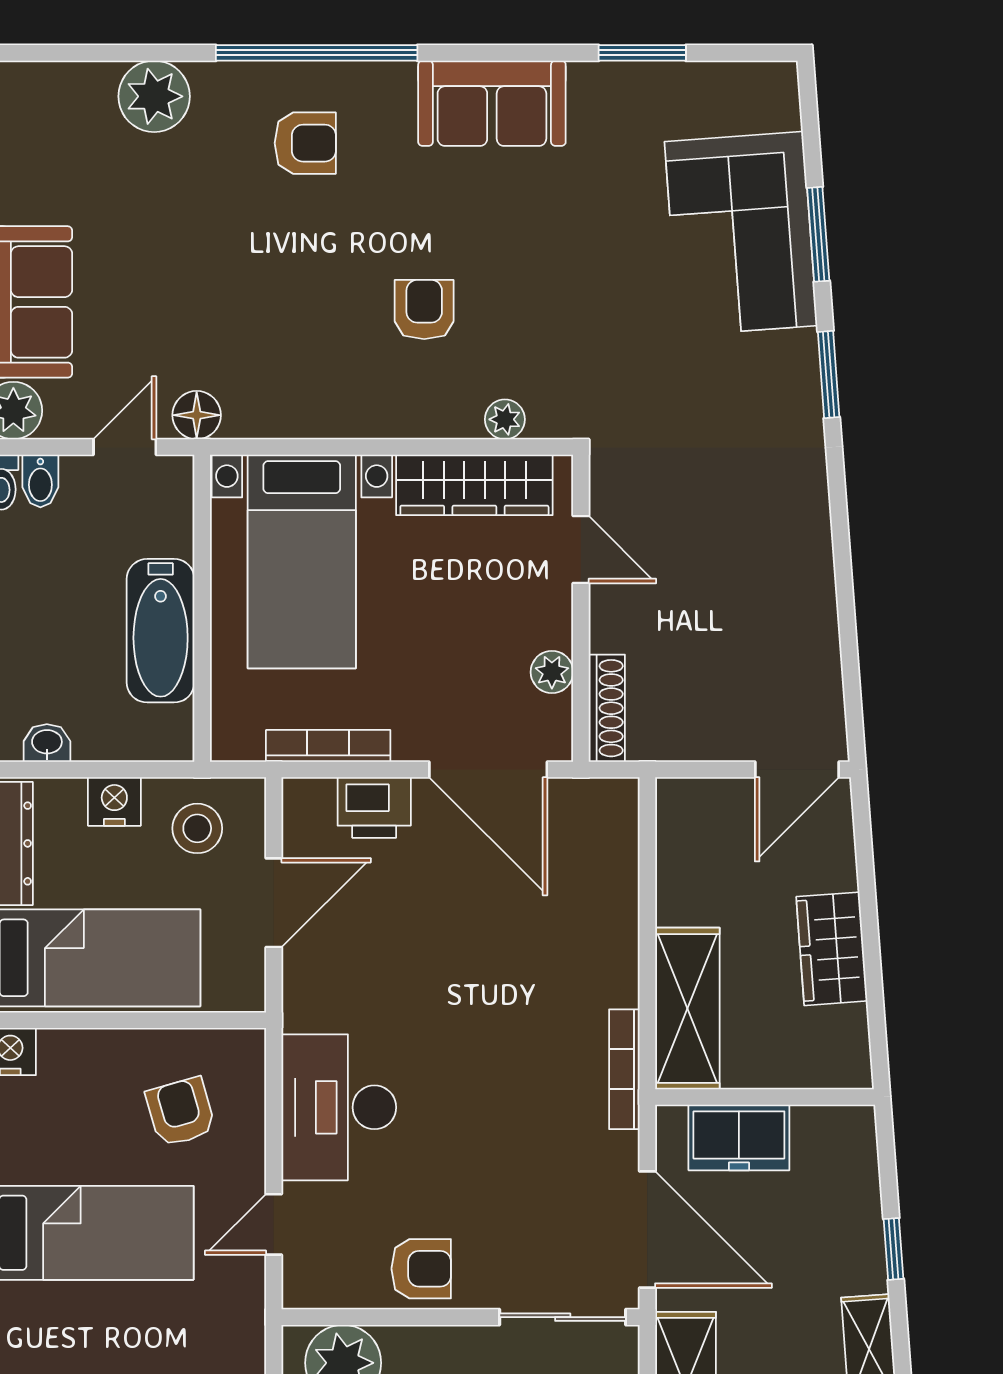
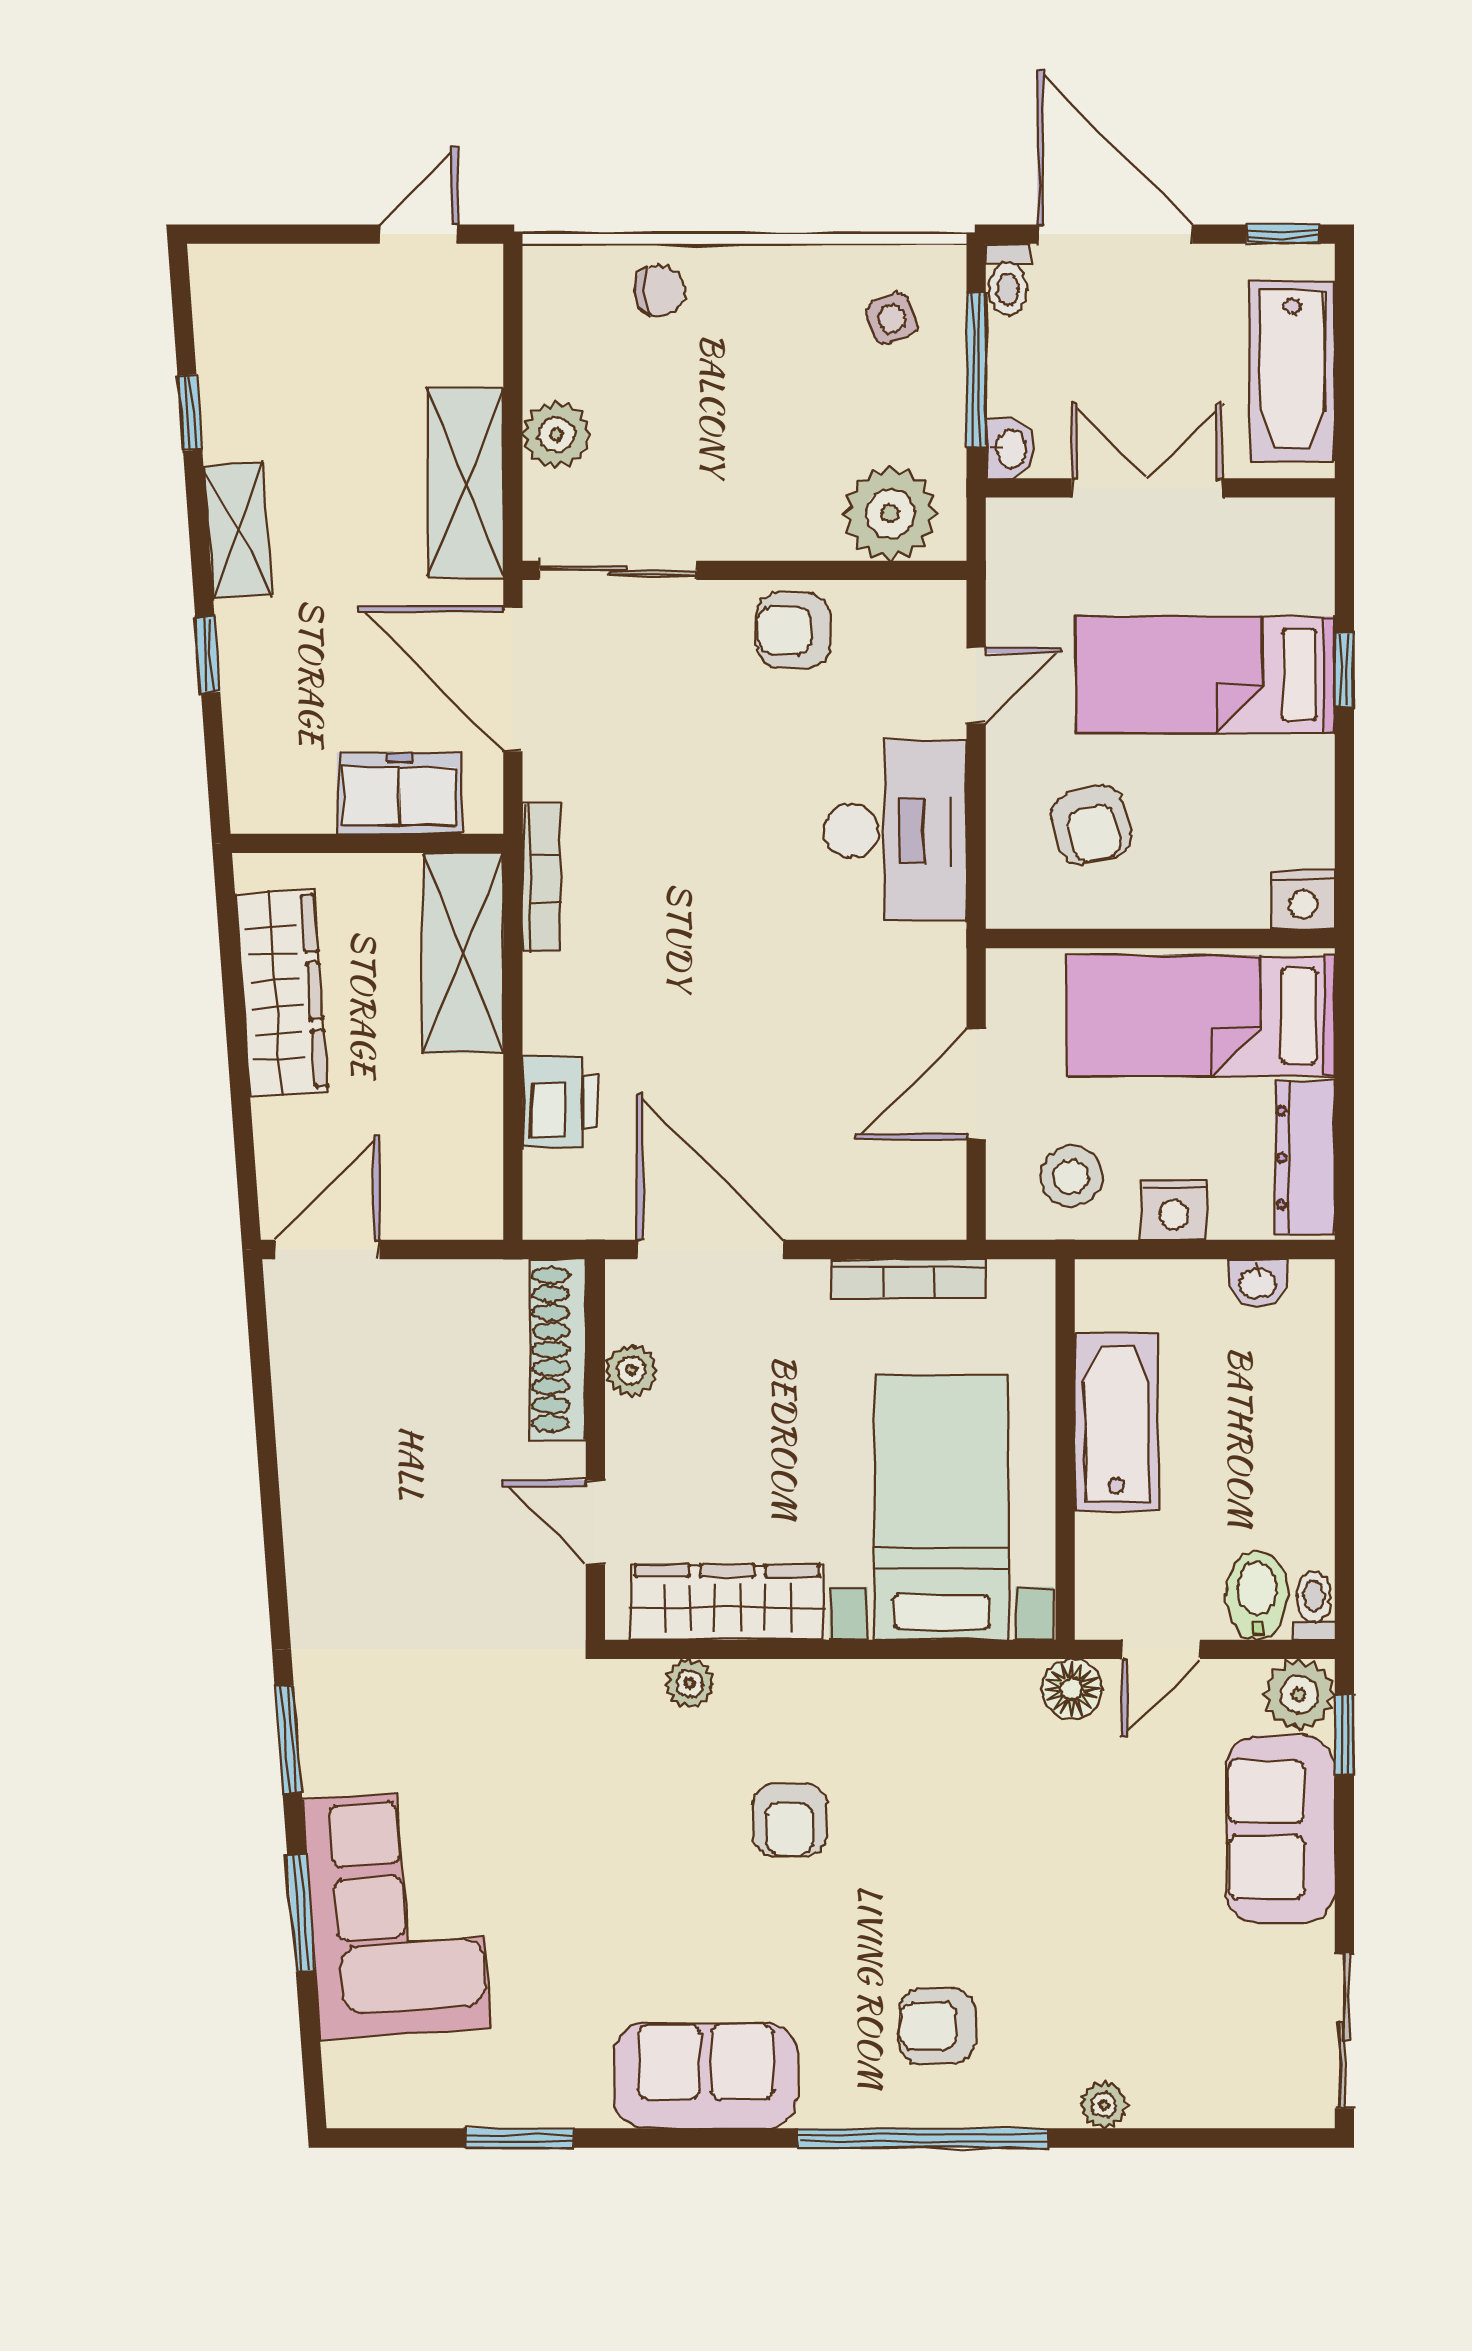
plant: (154, 96) -> (1104, 2105), width x0.53, depth x0.53
bidet: (40, 481) -> (1257, 1595), width x1.38, depth x1.36
shoe rack: (607, 708) -> (558, 1349), width x1.36, depth x1.24
printer: (374, 807) -> (560, 1102), moved, turned 90
wardrobe: (832, 949) -> (282, 993), width x1.50

